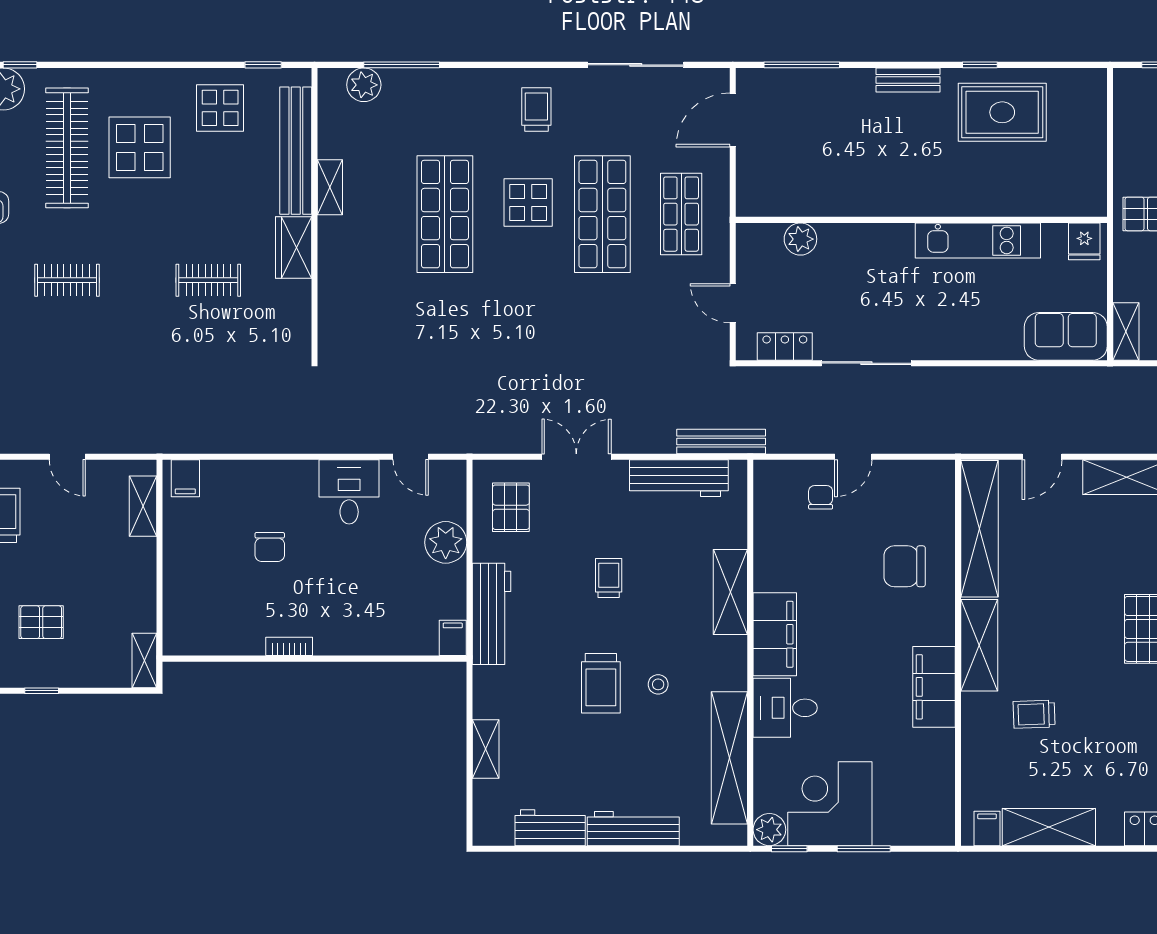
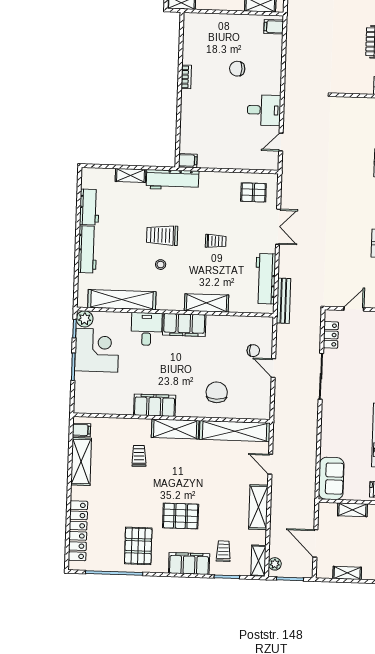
shelving: (1126, 332) -> (352, 510), moved
plant: (446, 542) -> (237, 159), removed
workbench: (492, 614) -> (173, 180), moved

